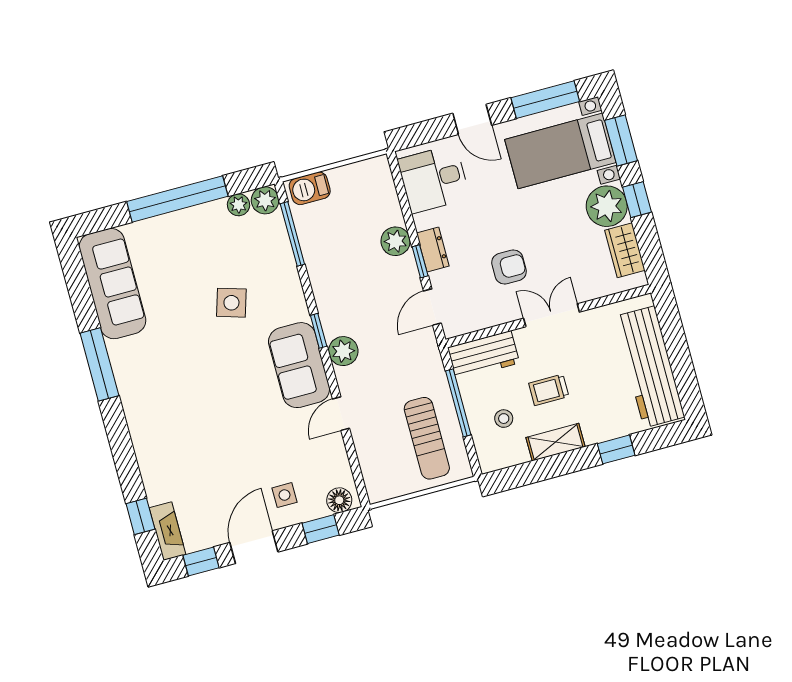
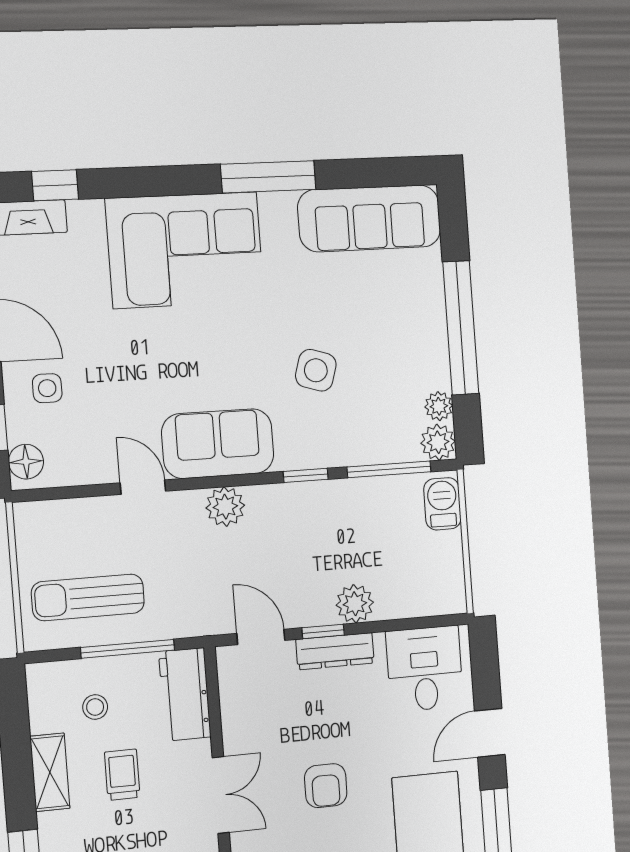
dresser: (433, 250) -> (335, 651), width x1.44
armchair: (509, 267) -> (326, 786), moved
window: (319, 331) -> (306, 475), moved
corner sofa: (165, 415) -> (185, 250), added

